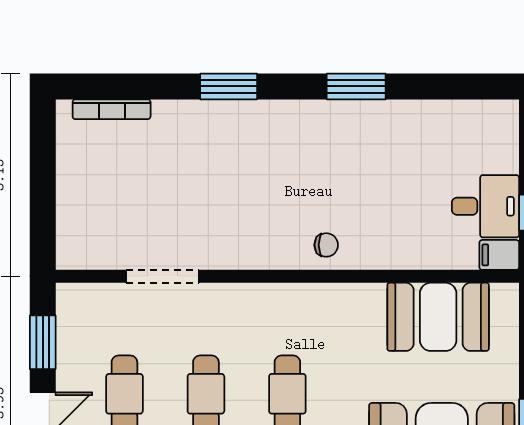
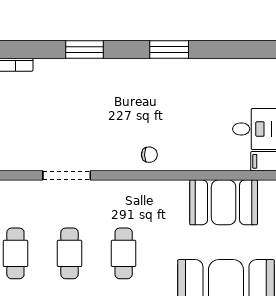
doorway: (162, 276) -> (67, 175), moved

